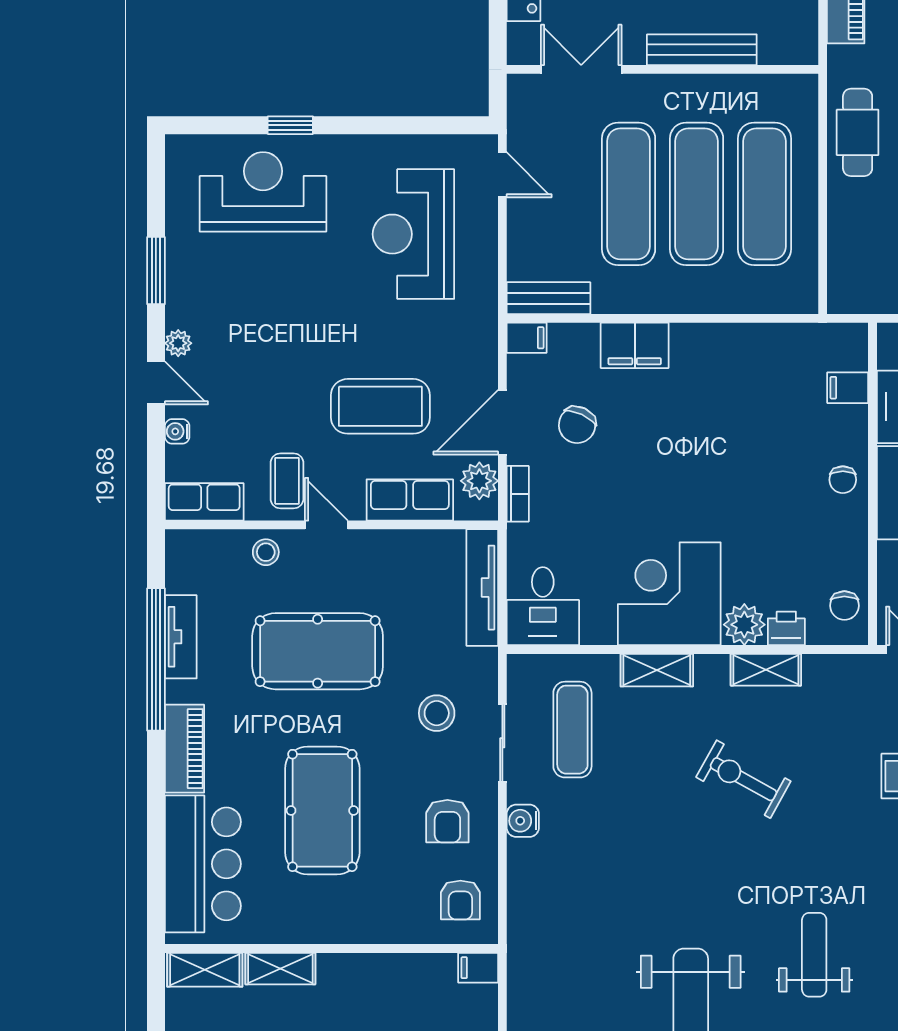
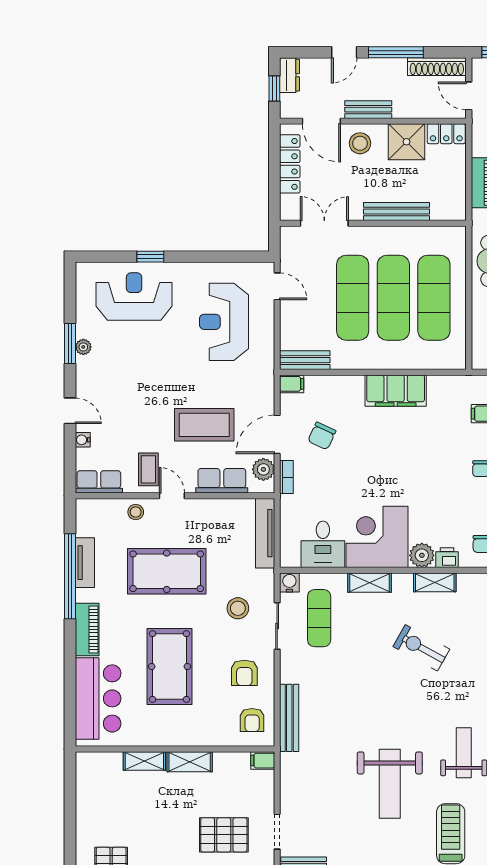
plant: (178, 343) -> (83, 347), moved
filing cabinet: (635, 345) -> (396, 391), moved, width x1.50, depth x1.17
desk: (543, 606) -> (323, 544), moved
water cooler: (523, 821) -> (289, 582), moved, turned 90
bench: (522, 896) -> (289, 718), added
shelving: (205, 970) -> (190, 762), moved

